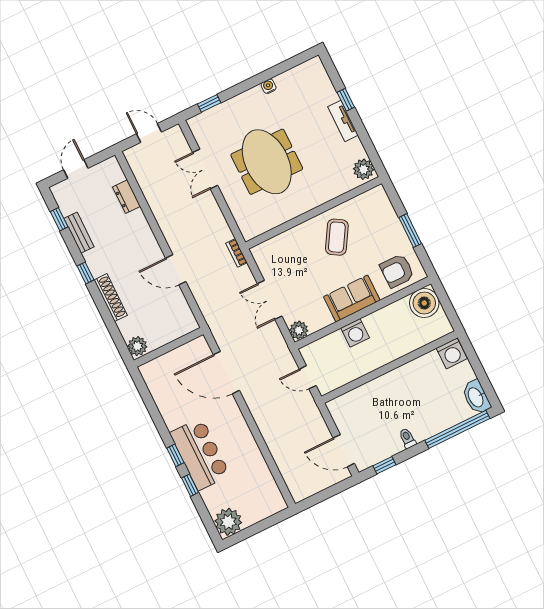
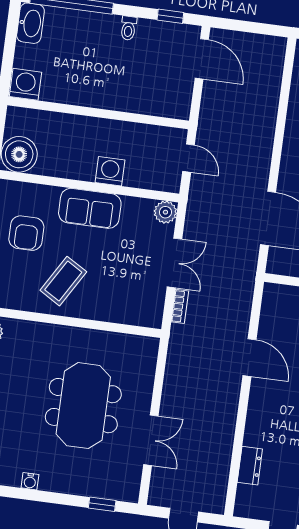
bookcase: (237, 253) -> (180, 306), moved
armchair: (397, 271) -> (26, 233), moved, turned 90

